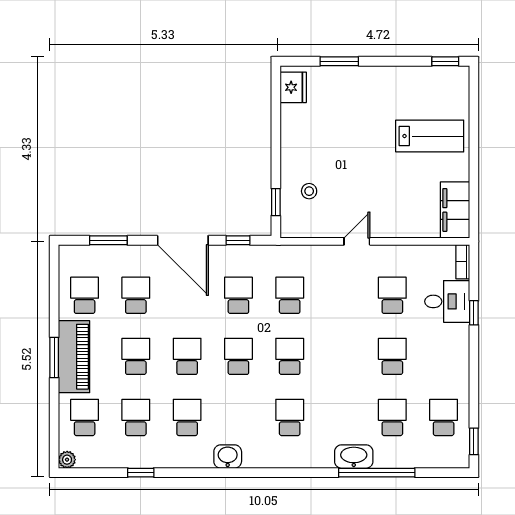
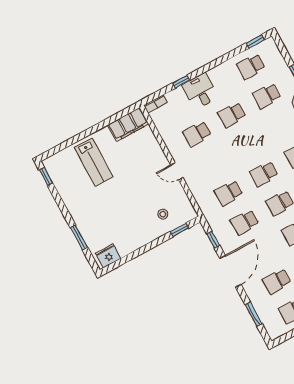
lab bench: (430, 136) -> (94, 162), turned 180
desk: (447, 301) -> (200, 91), moved

